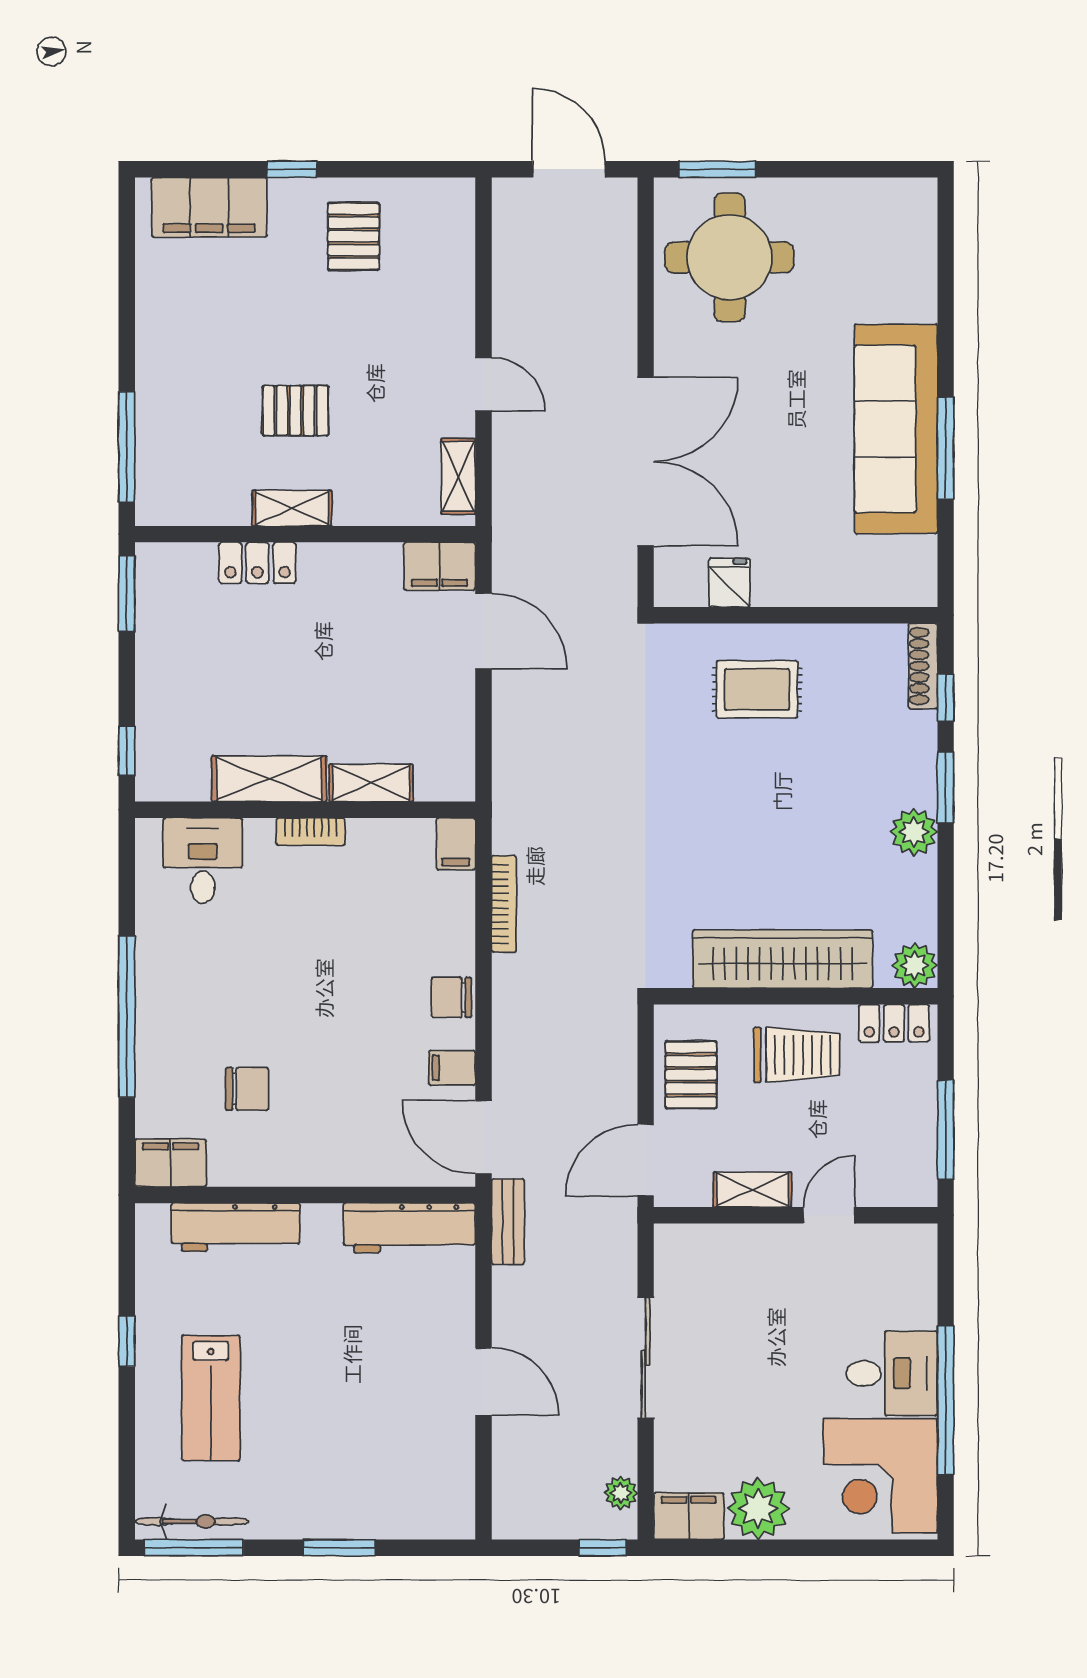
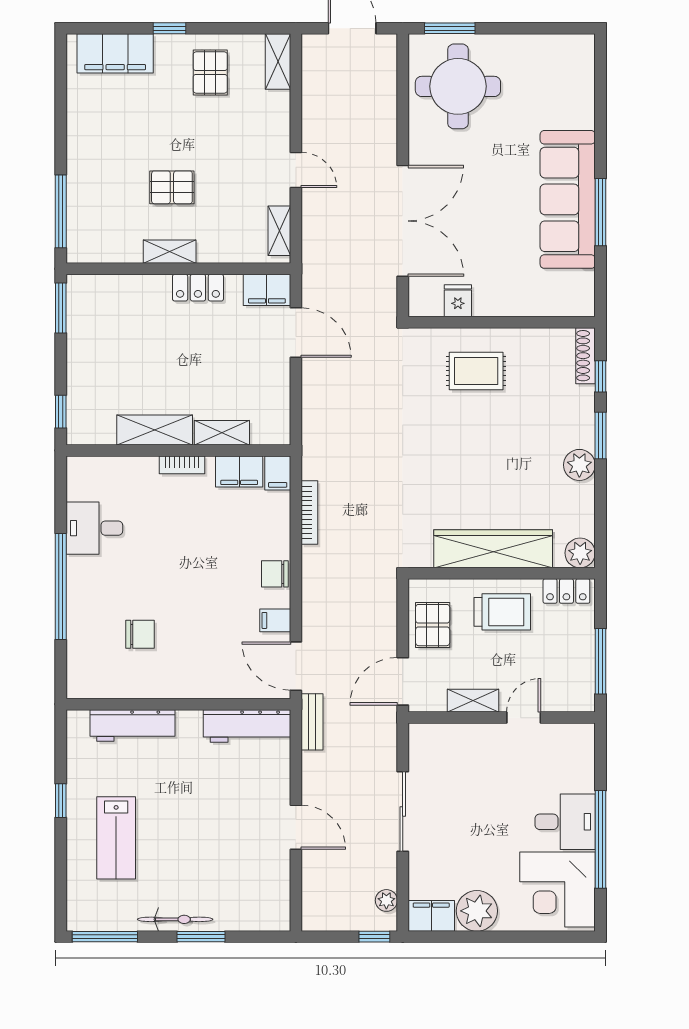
shelving: (456, 220) -> (278, 61), added
locker: (257, 563) -> (198, 288), moved
desk: (203, 861) -> (94, 528), moved, turned -90
filing cabinet: (171, 1163) -> (239, 471), moved, turned 180
bicycle: (192, 1521) -> (175, 919), moved

